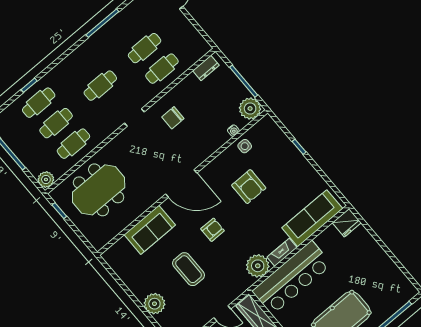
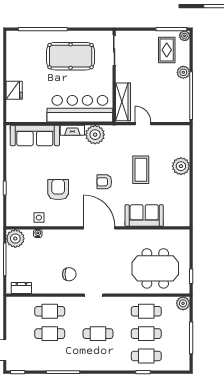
fridge: (347, 223) -> (14, 90), moved, turned 90

